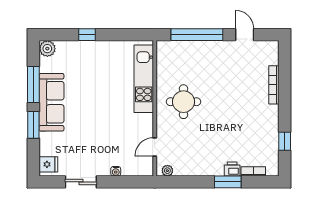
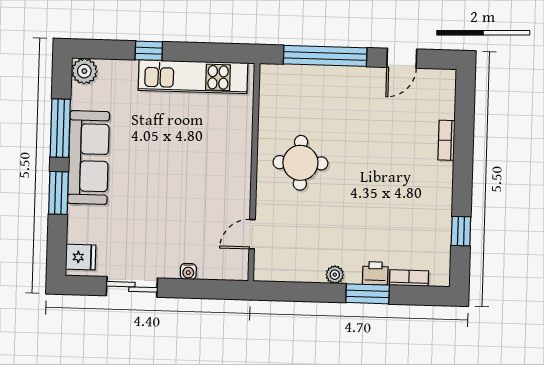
door: (245, 35) -> (402, 58), swing flipped
kitchen unit: (144, 79) -> (193, 77), moved, turned -90
bookcase: (274, 85) -> (446, 140), width x0.64
plant: (167, 171) -> (335, 275), moved

